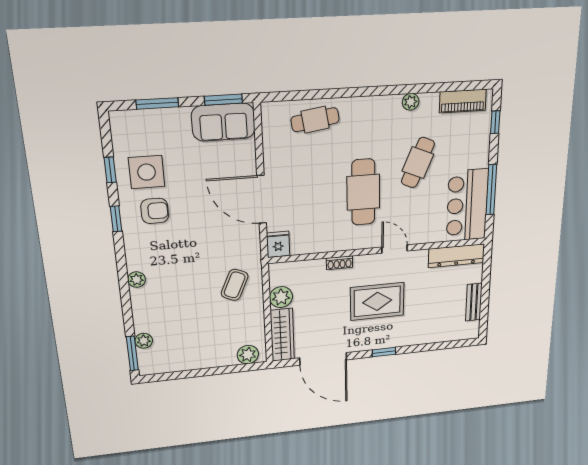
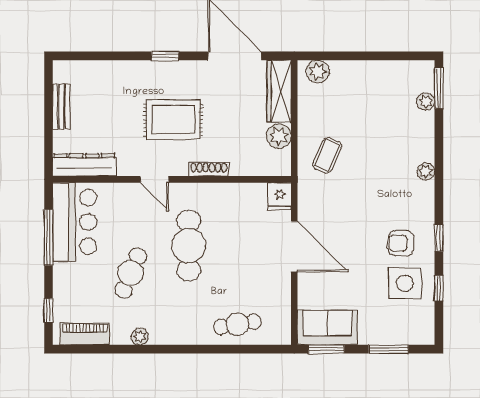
shoe rack: (340, 263) -> (209, 169), width x1.43

